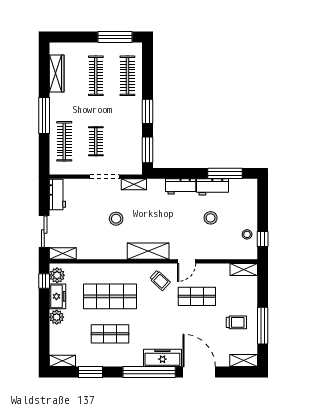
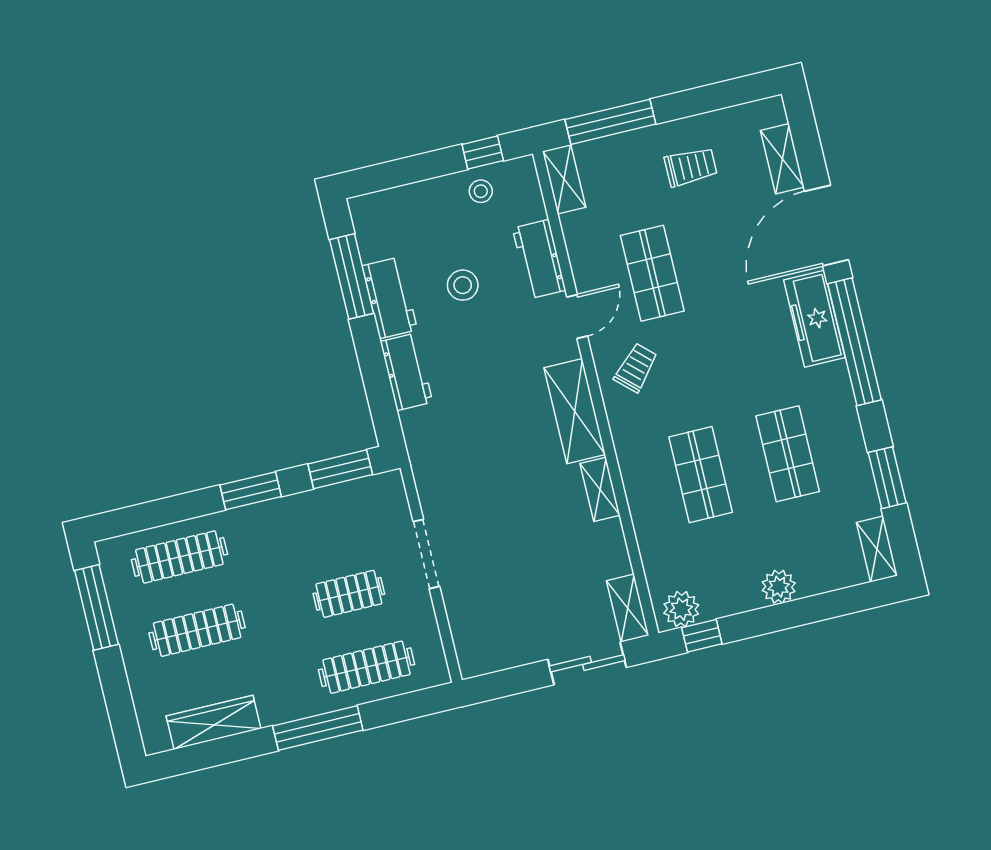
shelving: (134, 184) -> (600, 489), moved
workbench: (57, 194) -> (539, 259), moved, turned -90
stool: (116, 219) -> (517, 504), removed
door: (187, 261) -> (577, 316), hinge flipped
freezer: (58, 296) -> (730, 596), removed
shop shelf: (110, 296) -> (701, 475), width x0.70, depth x0.74
trolley: (236, 322) -> (691, 167), turned 90
window: (263, 326) -> (610, 122), moved
shelving: (244, 361) -> (782, 159), moved

